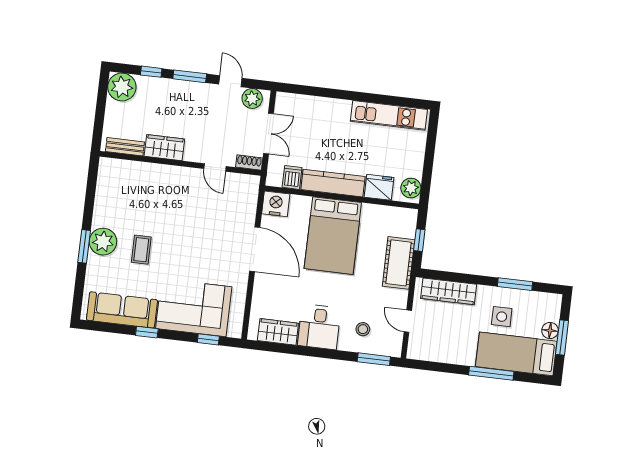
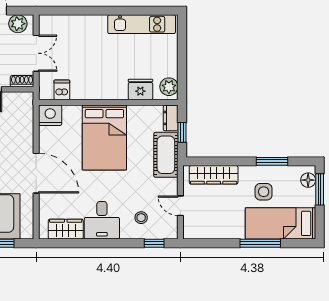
kitchen counter: (333, 183) -> (99, 91), removed
dresser: (409, 223) -> (171, 118), added
door: (255, 249) -> (36, 173), moved
floor lamp: (550, 331) -> (308, 180), moved
window: (562, 337) -> (320, 189), moved
window: (374, 359) -> (154, 243), width x0.67

